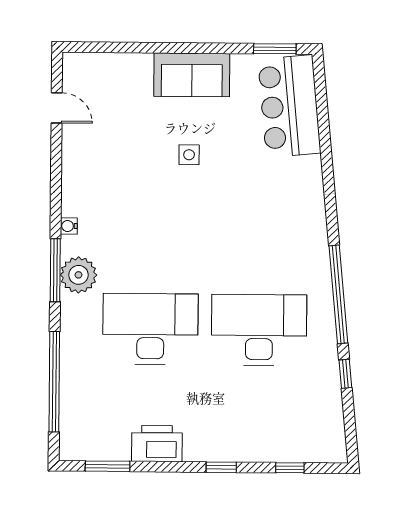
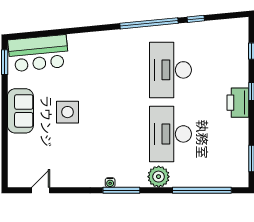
side table: (189, 155) -> (67, 112), width x1.87, depth x1.87
window: (55, 270) -> (121, 190), moved
plant: (78, 275) -> (159, 177), moved
printer: (157, 444) -> (238, 103), moved

